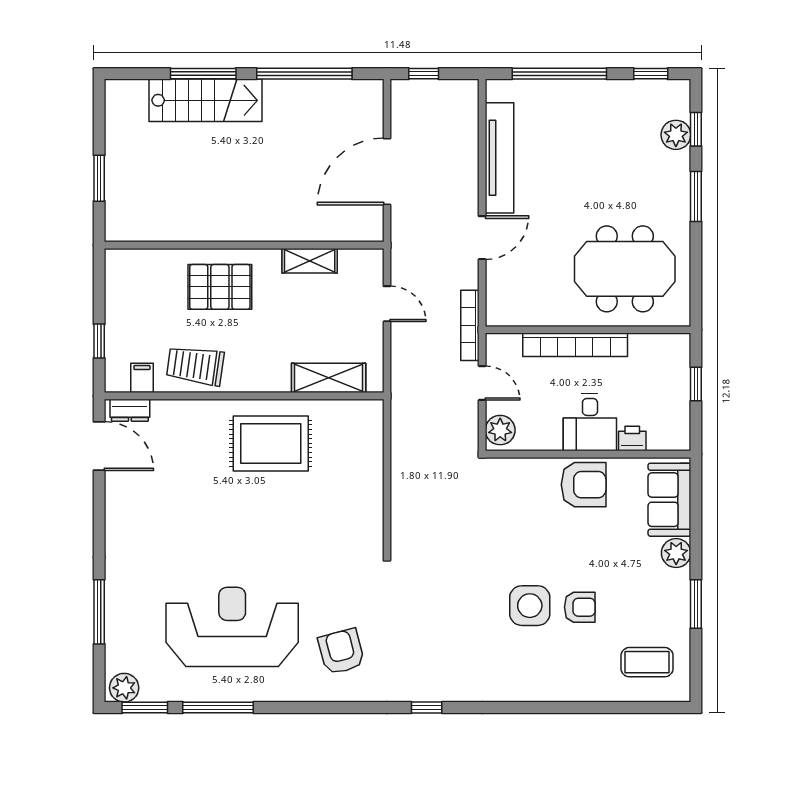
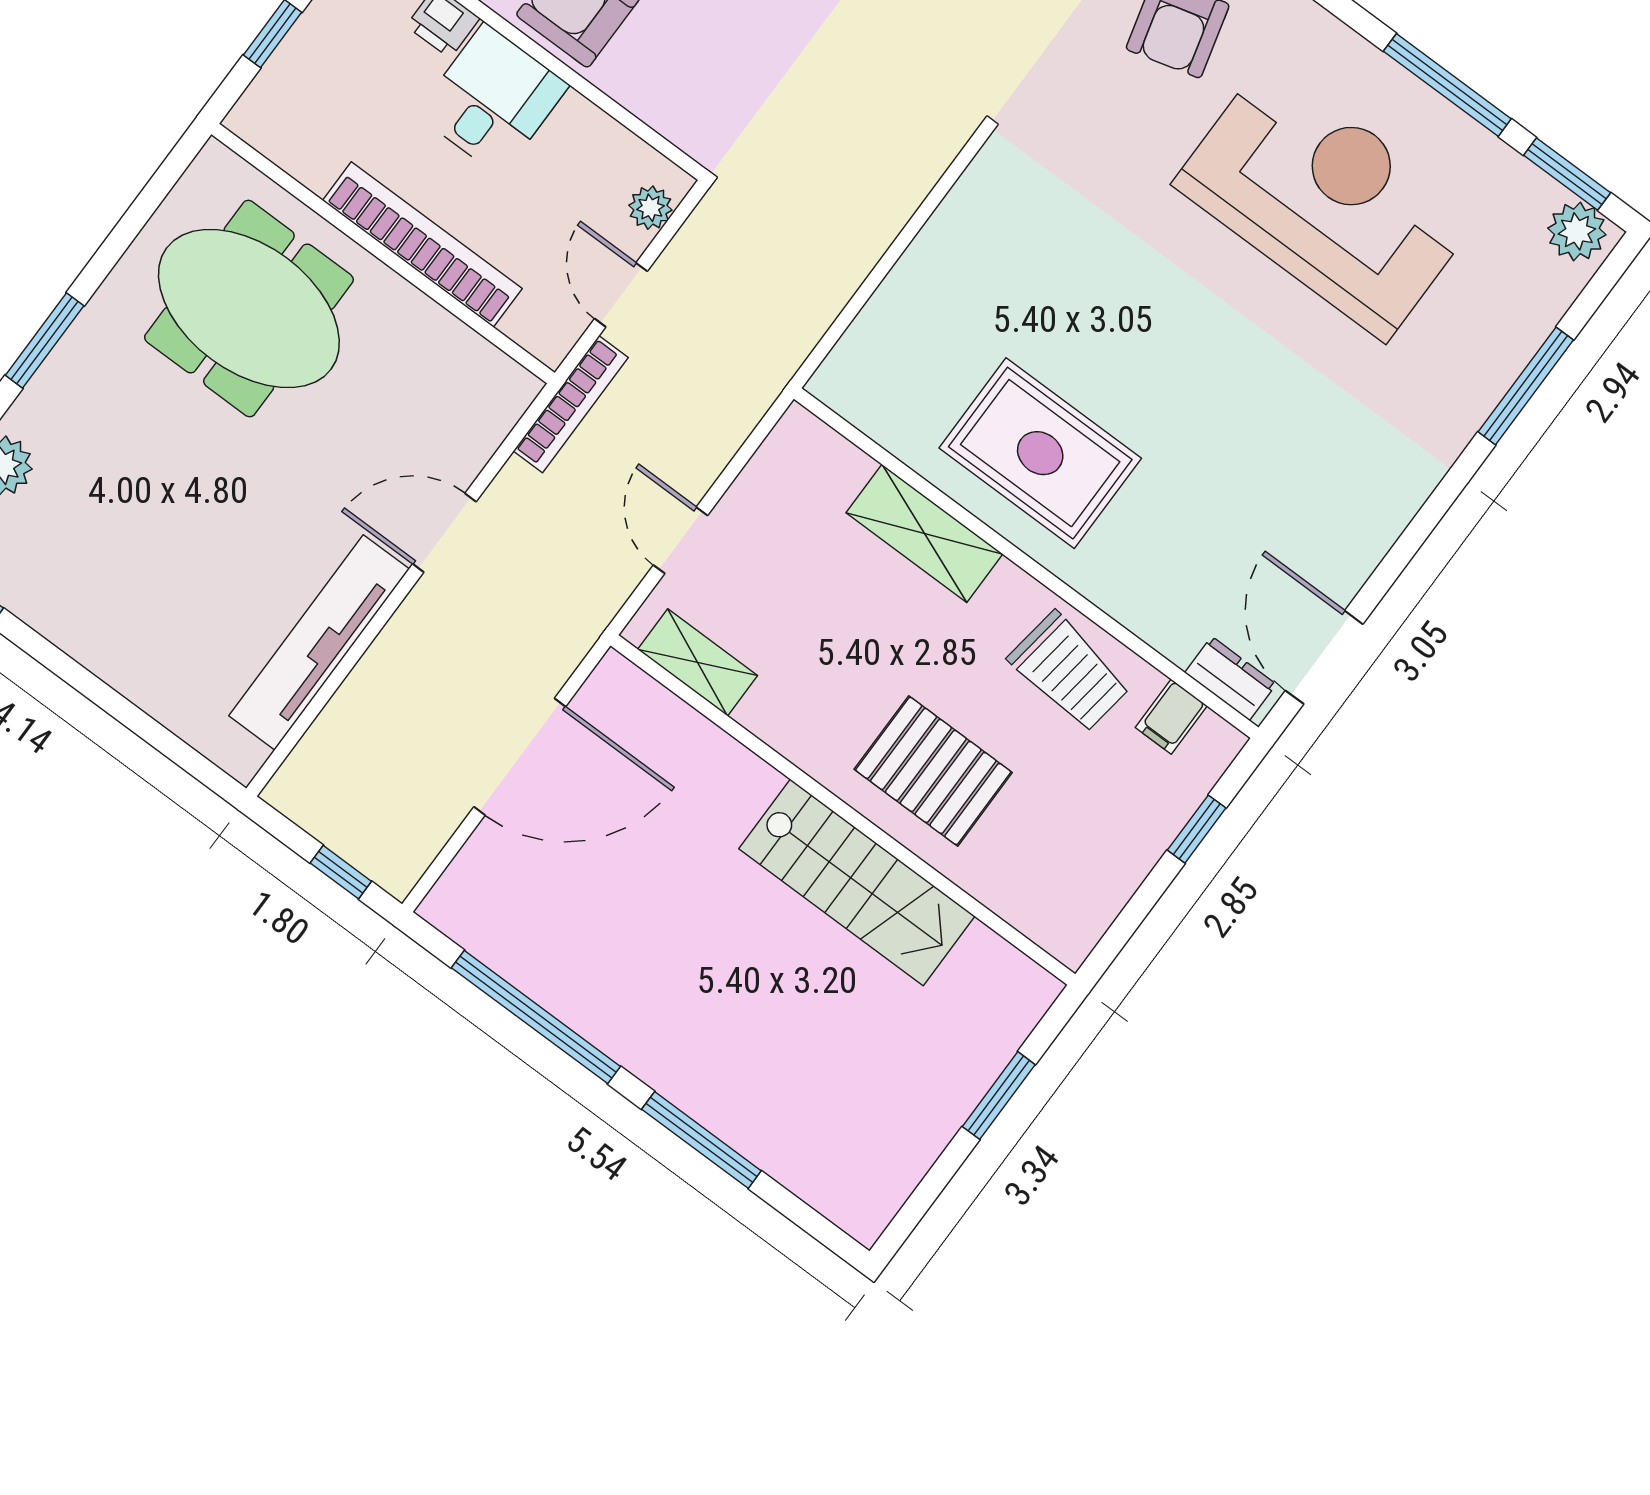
window: (559, 74) -> (119, 707), removed
stairs: (206, 100) -> (857, 882), moved, turned 180
shelving: (310, 261) -> (698, 662), moved
shelving: (329, 378) -> (924, 533), moved
plant: (500, 430) -> (650, 208), width x0.73, depth x0.73
reception desk: (232, 627) -> (1326, 200), turned 180

